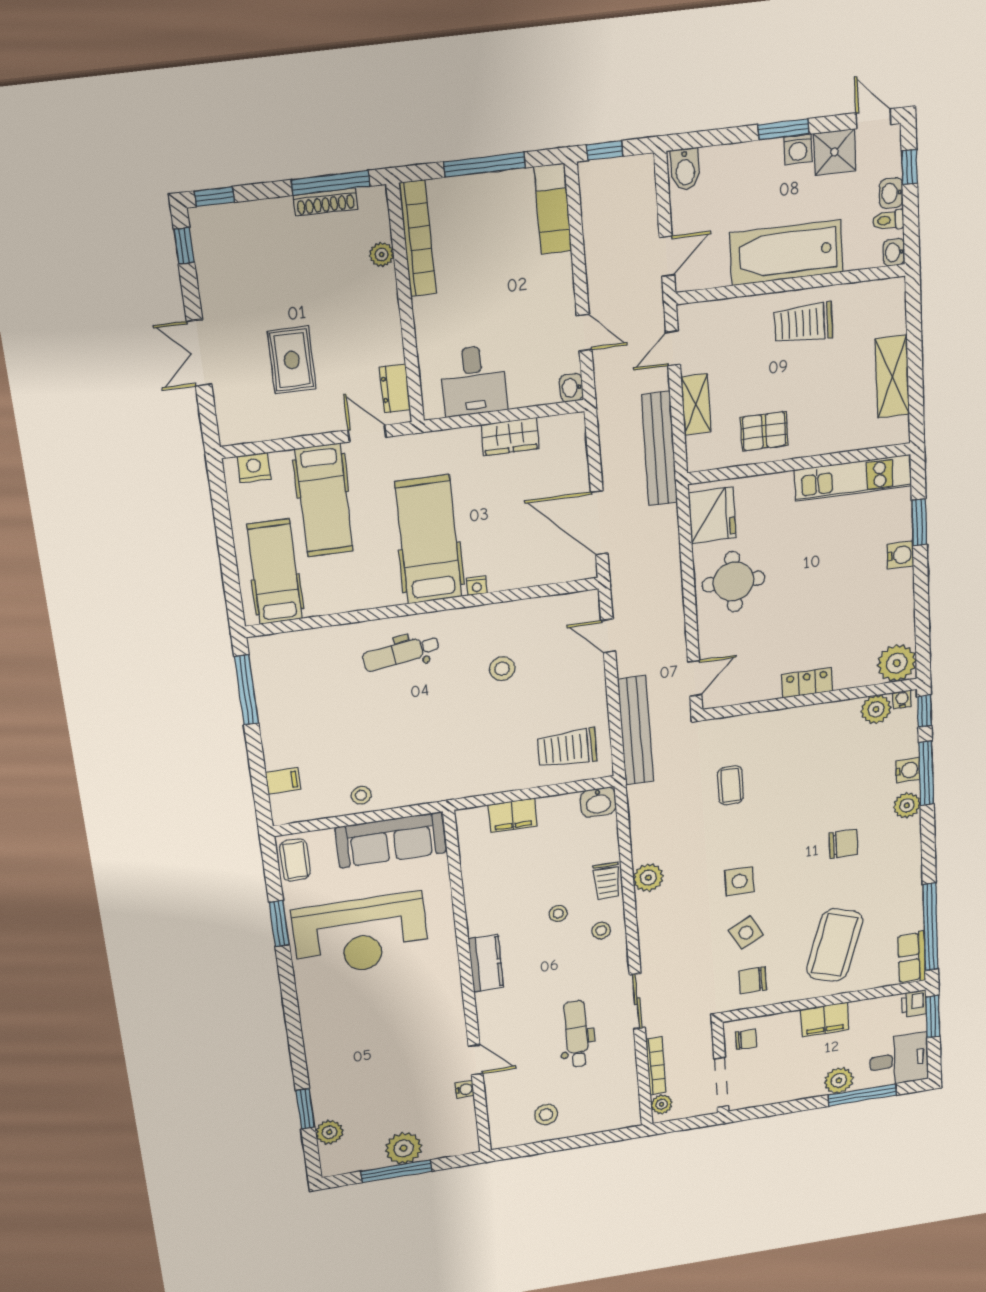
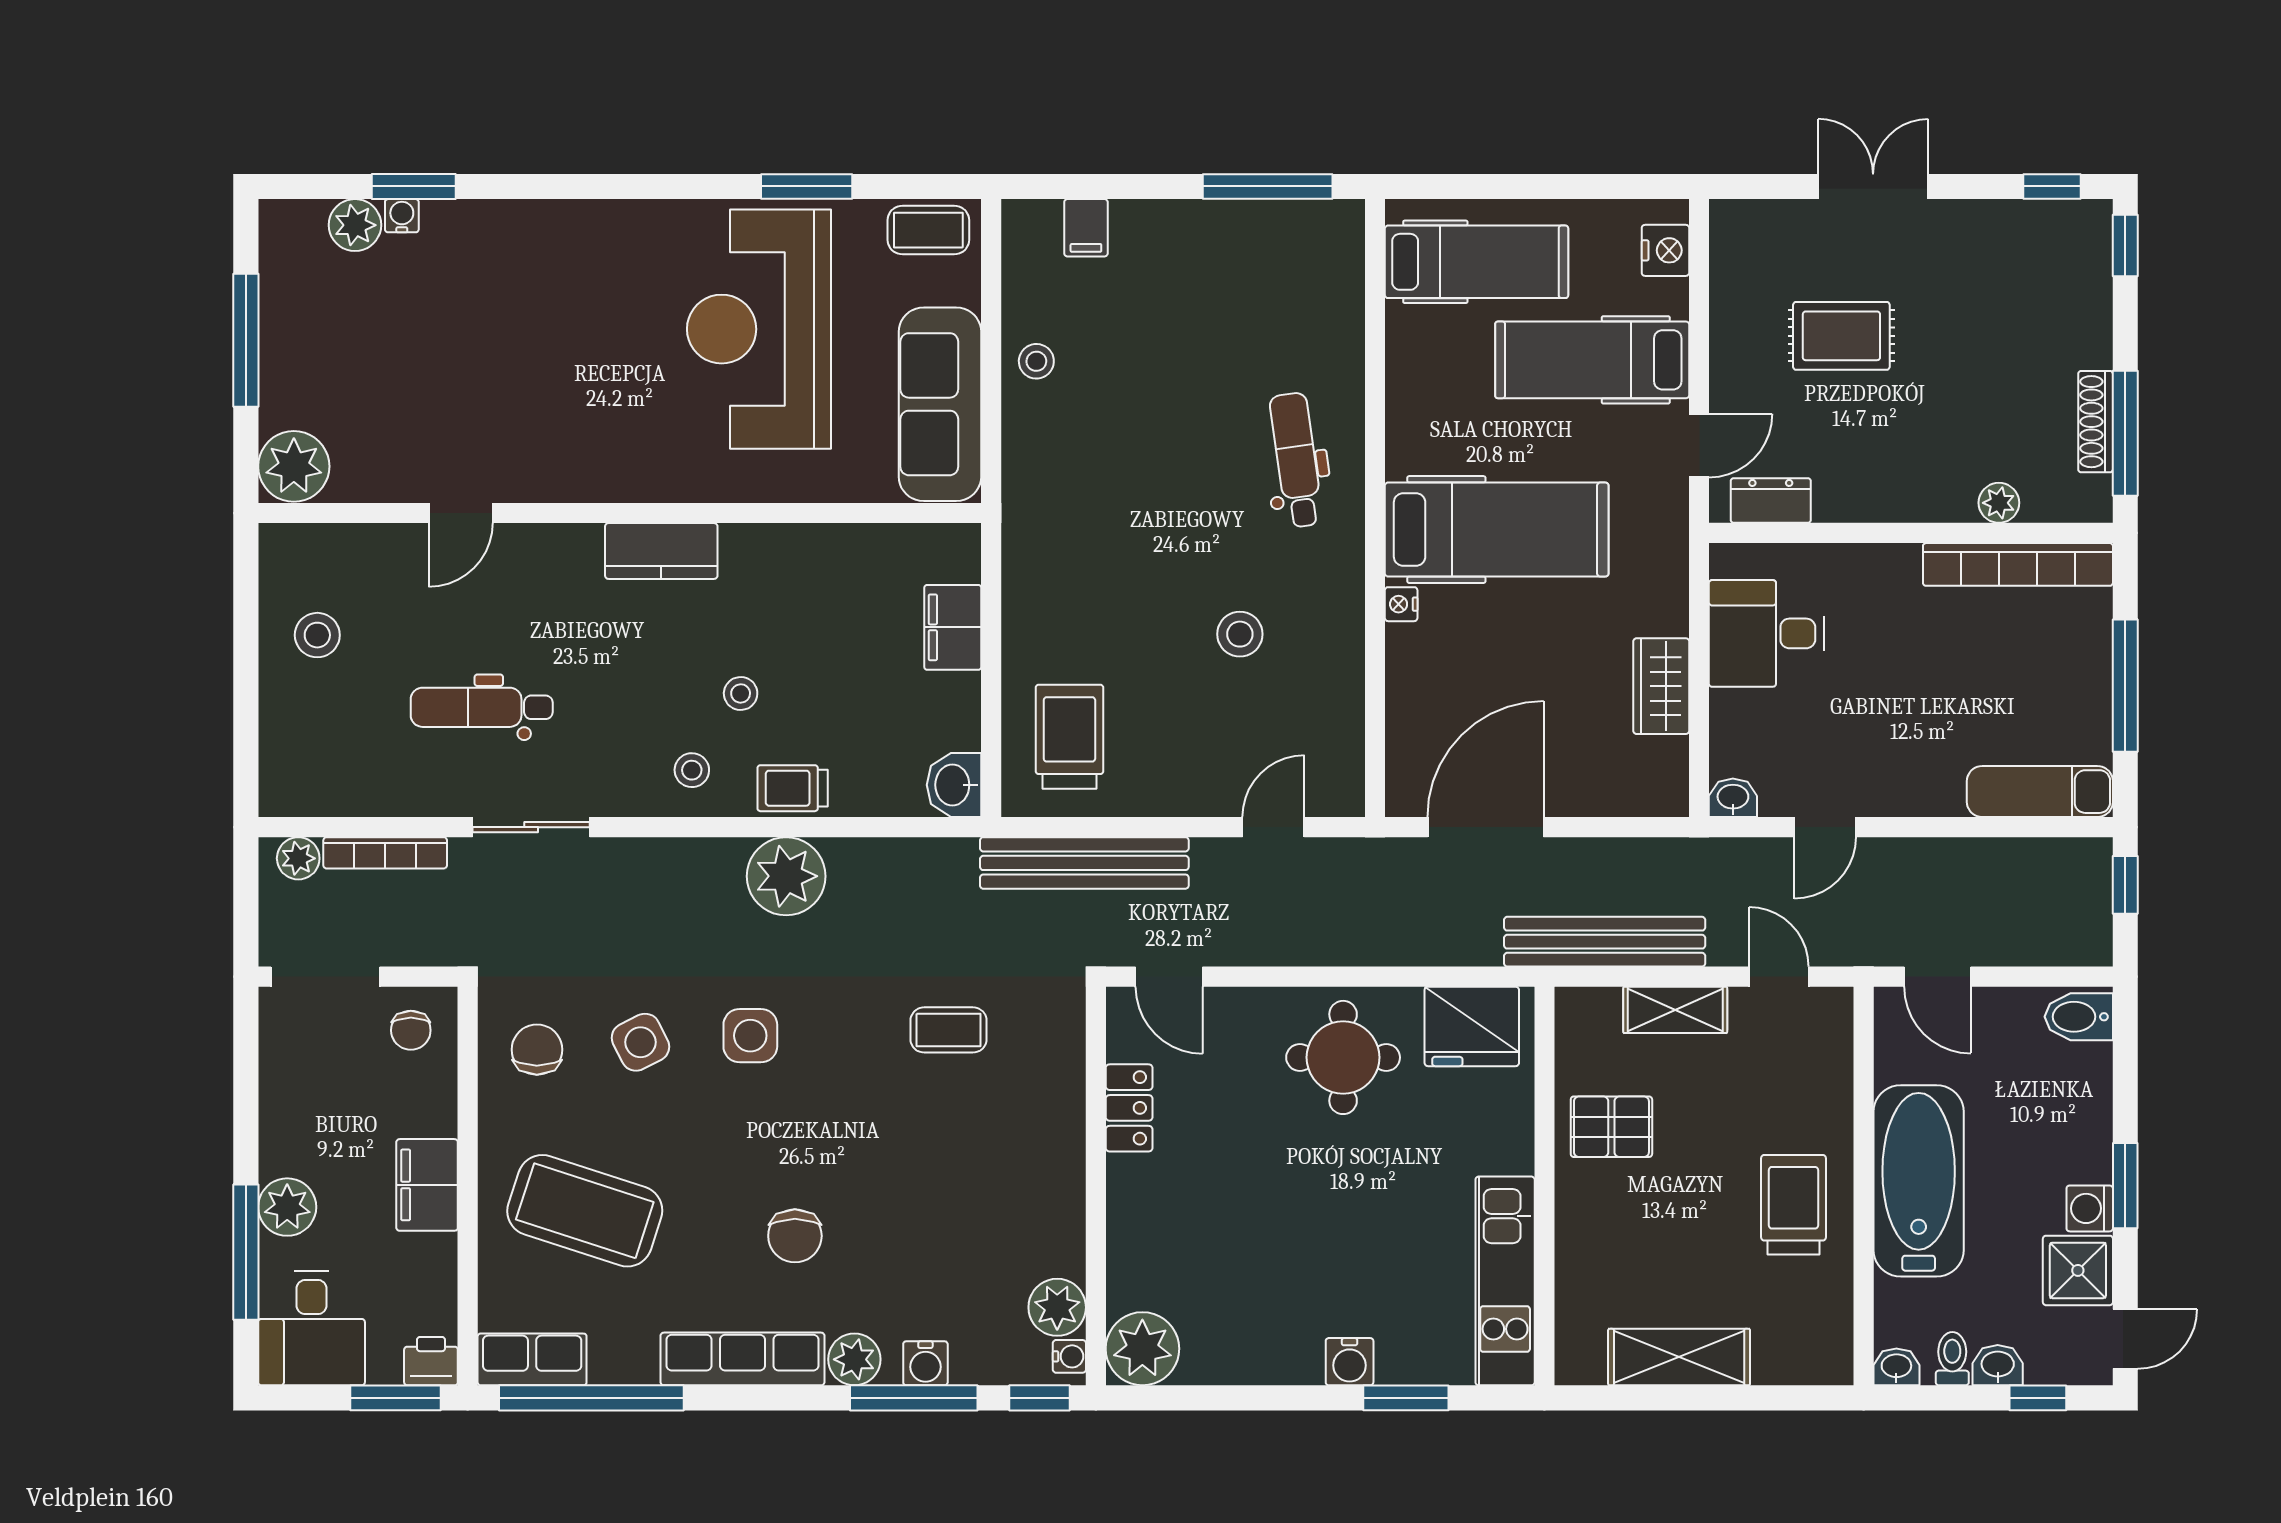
pallet: (764, 431) -> (1611, 1127), turned 90
locker: (807, 683) -> (1129, 1108), moved
row of seats: (908, 859) -> (742, 1359), added
plant: (648, 878) -> (786, 876), width x1.36, depth x1.36
dental chair: (577, 1034) -> (482, 707), turned 180
water cooler: (465, 1089) -> (402, 216), moved, turned 180
plant: (404, 1148) -> (294, 466), moved

